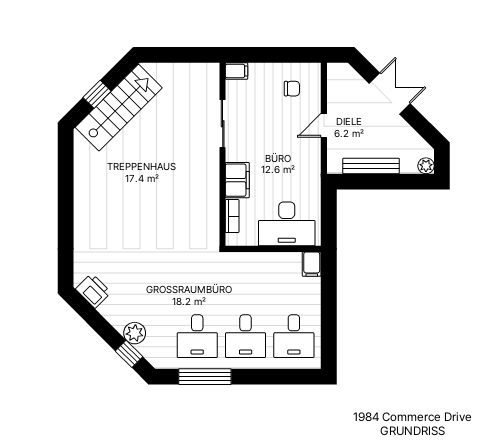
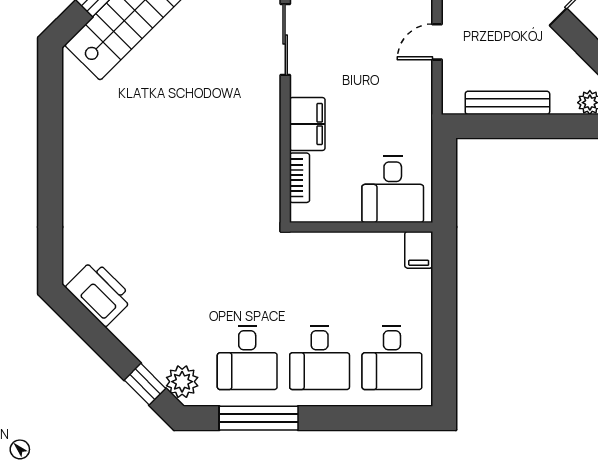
desk: (287, 224) -> (393, 190), width x0.73
printer: (93, 291) -> (99, 293), width x1.37, depth x1.19
plant: (135, 333) -> (182, 382), moved

